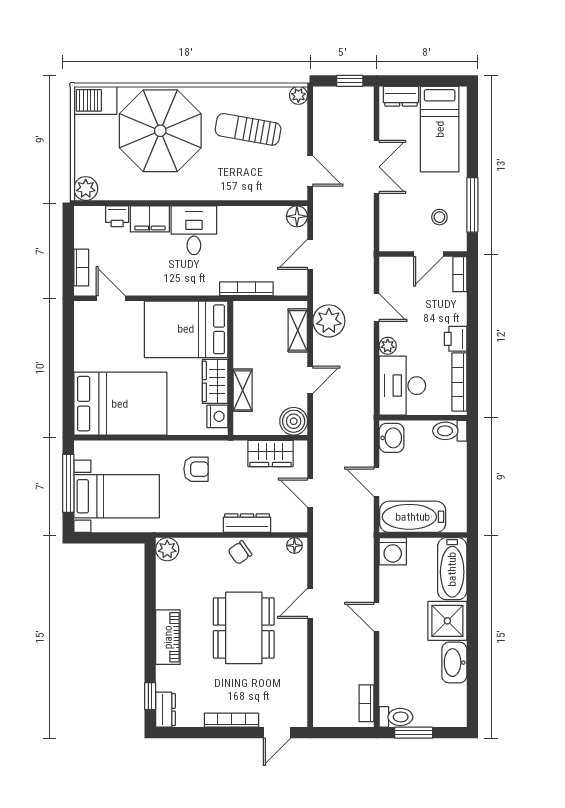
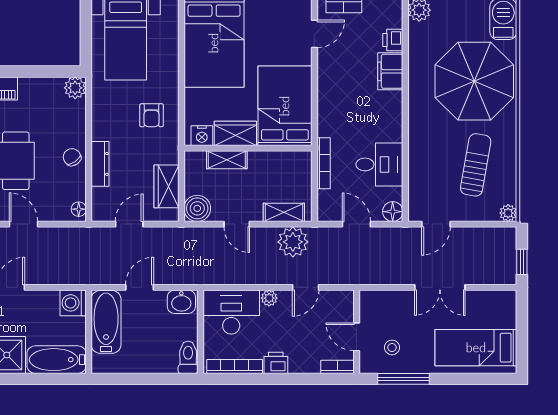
dresser: (401, 96) -> (507, 311), removed
desk: (194, 230) -> (379, 164), moved

